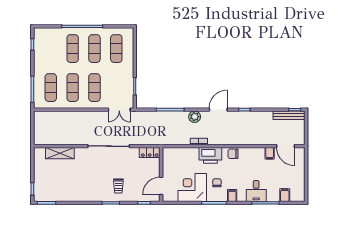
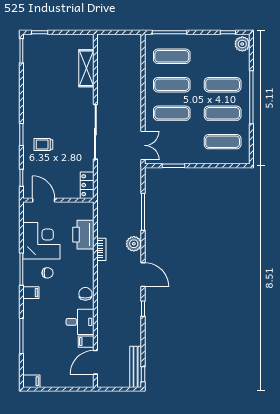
plant: (41, 33) -> (242, 44), added
double door: (119, 110) -> (143, 145), swing flipped
printer: (210, 155) -> (83, 235), moved
desk: (256, 191) -> (80, 322), moved, turned 180
filing cabinet: (285, 195) -> (31, 381), moved

